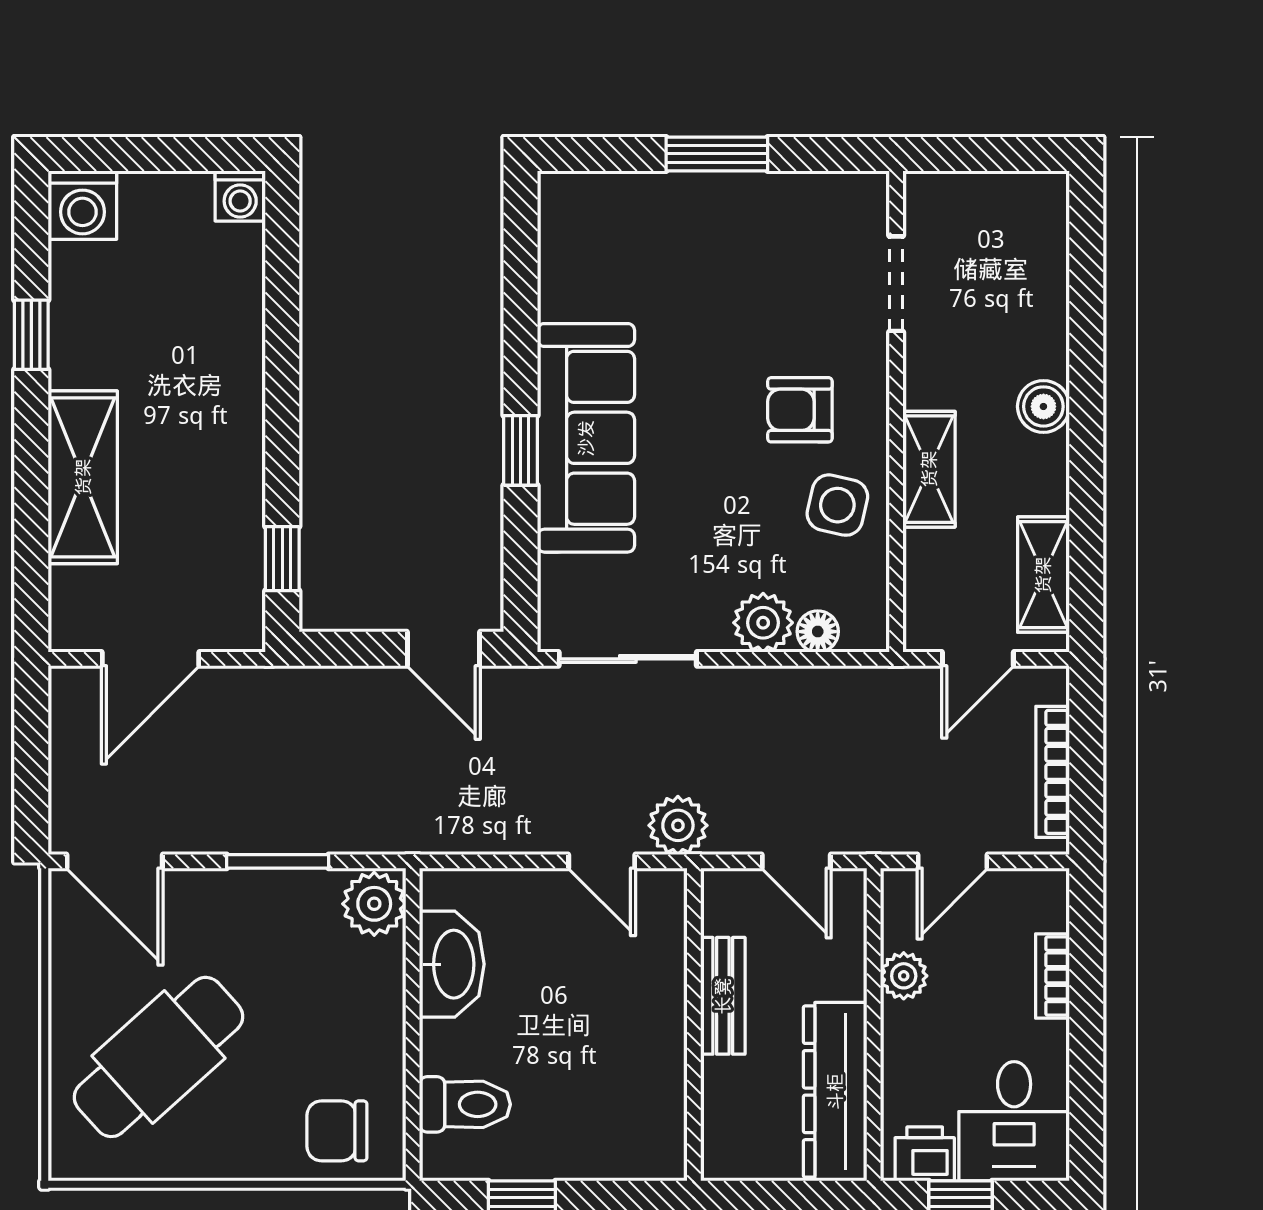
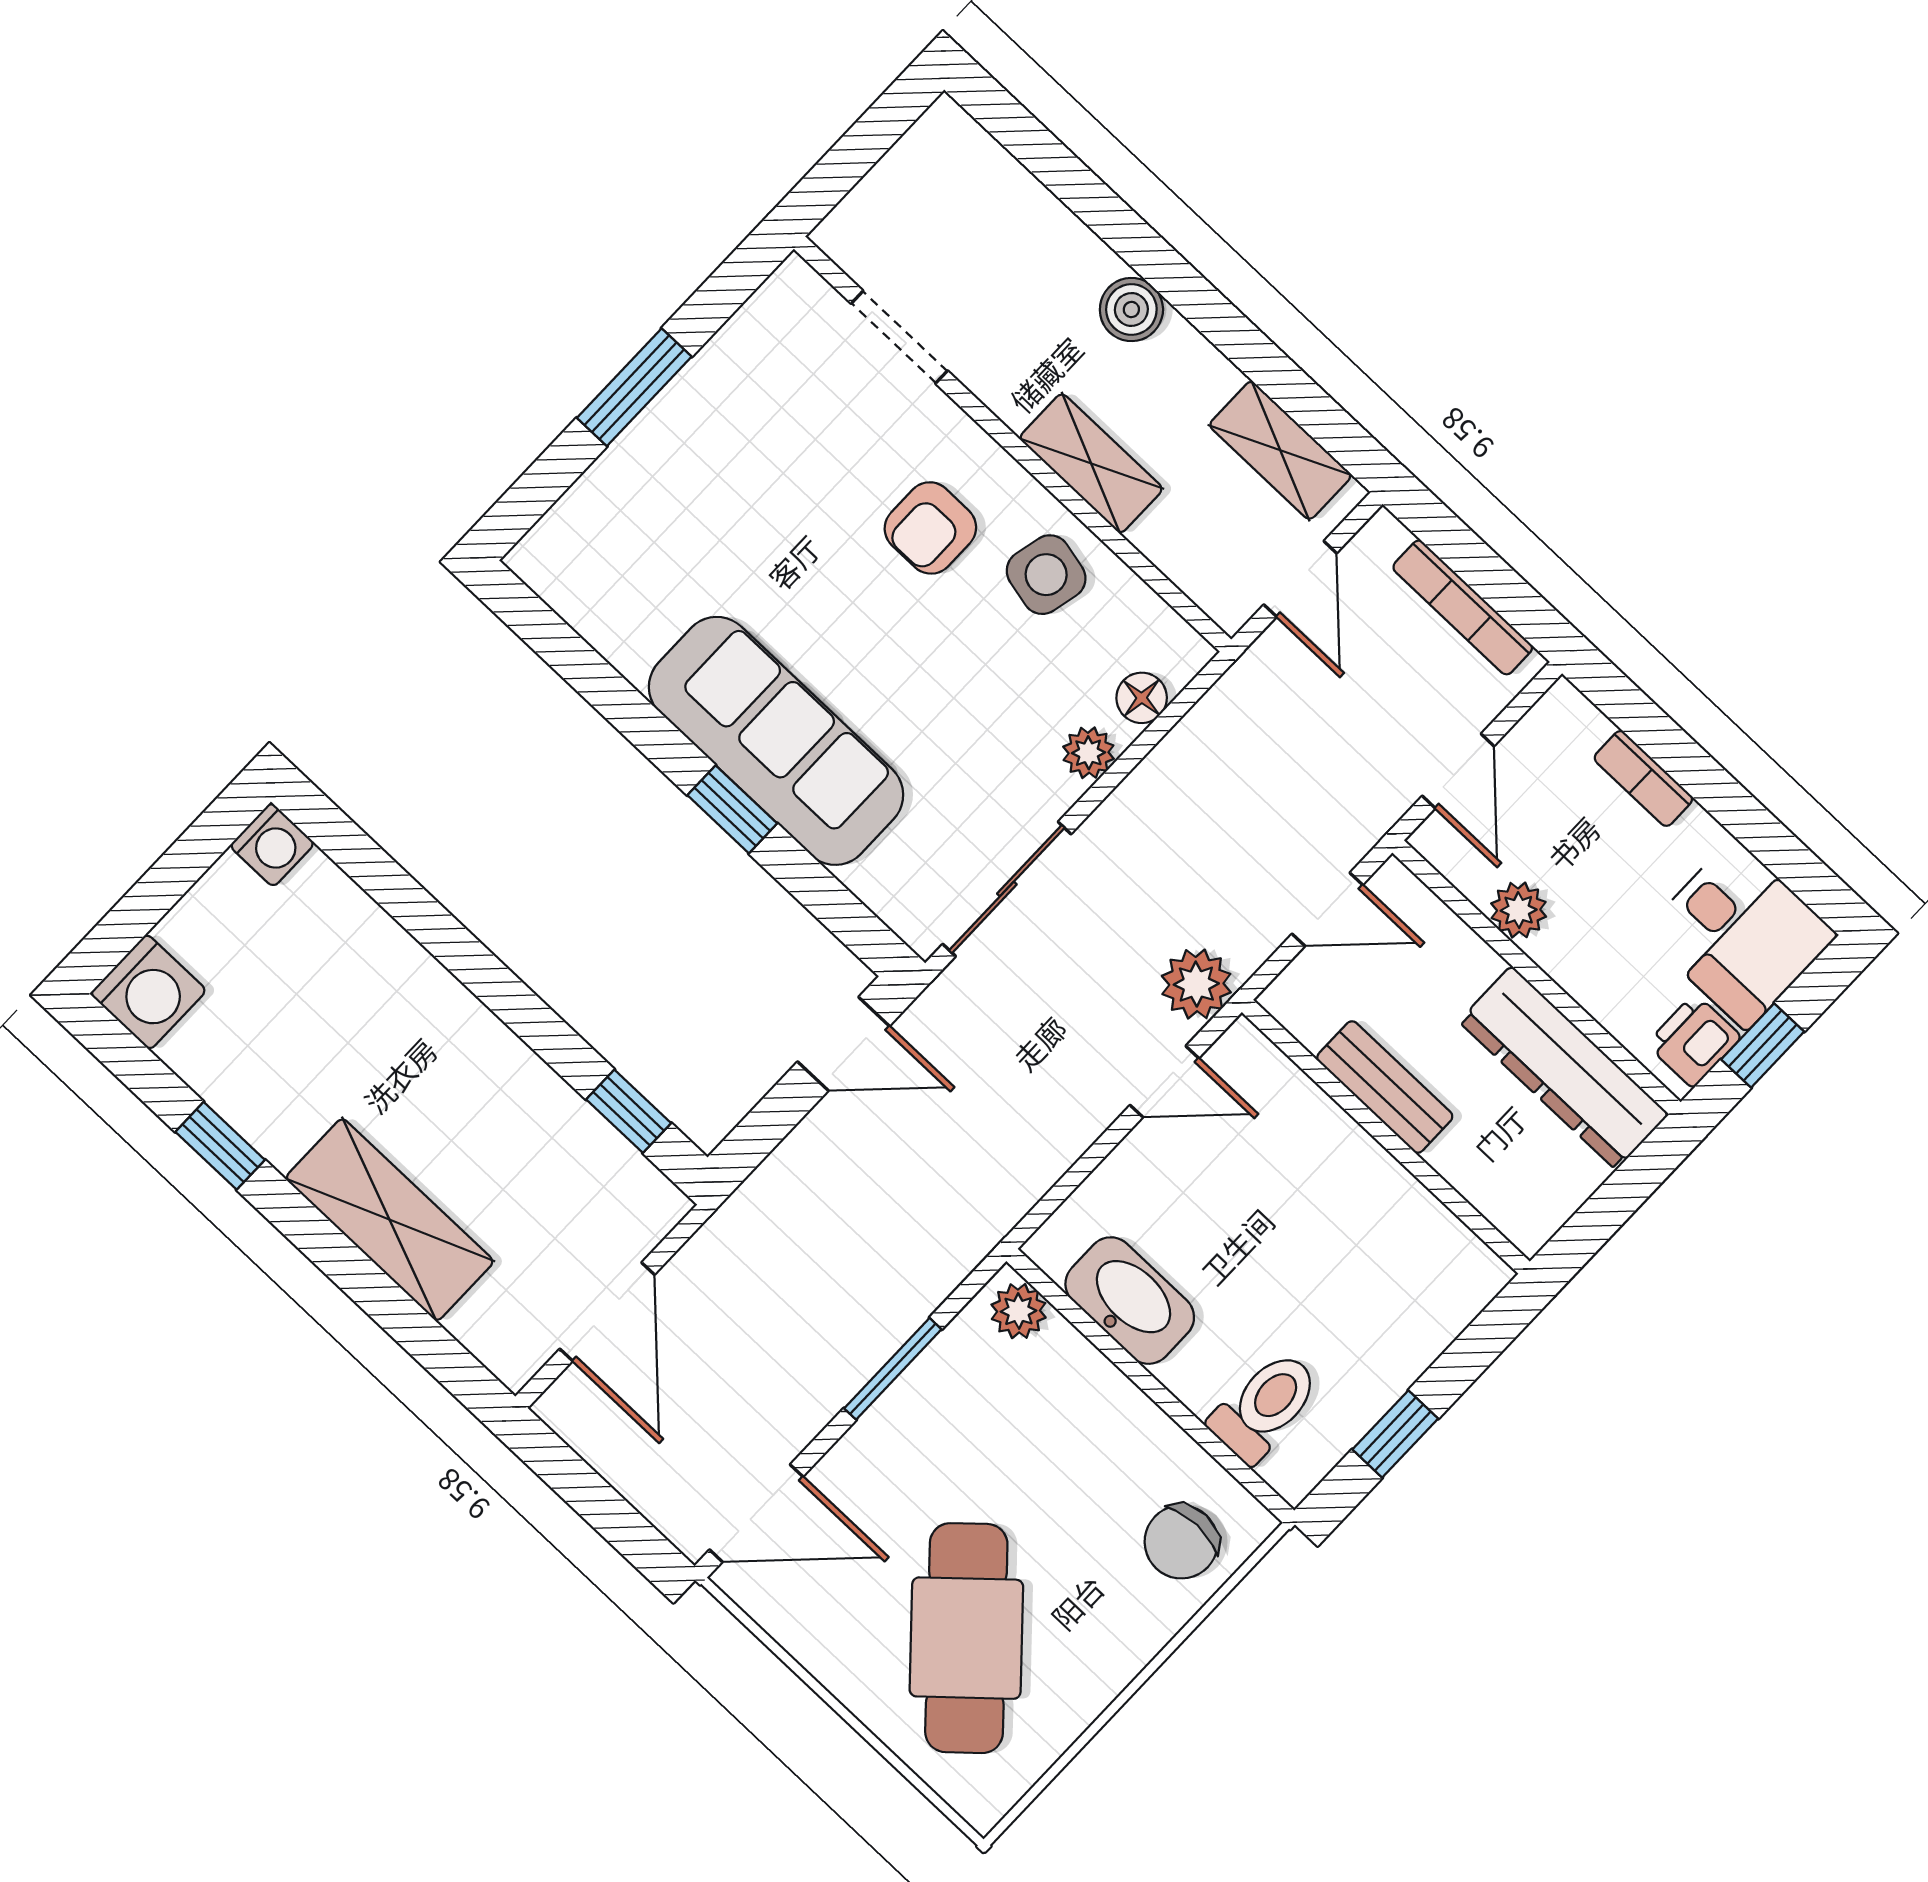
plant: (763, 623) -> (1088, 753), width x0.73, depth x0.73
plant: (374, 904) -> (1019, 1311), width x0.73, depth x0.73

